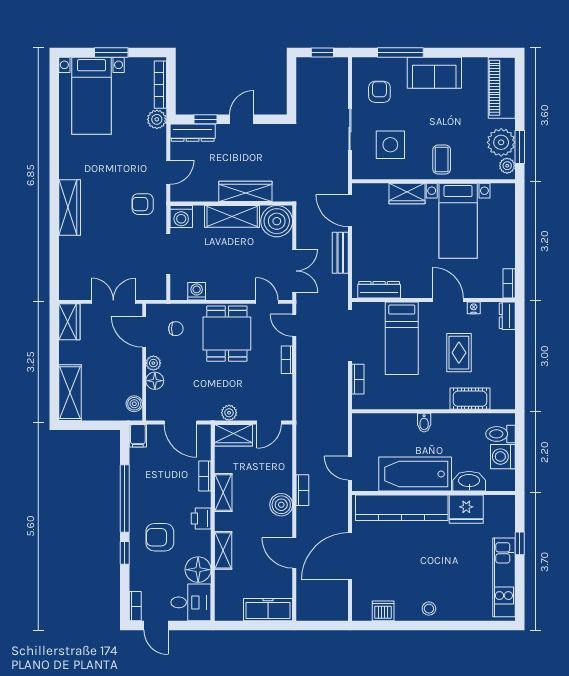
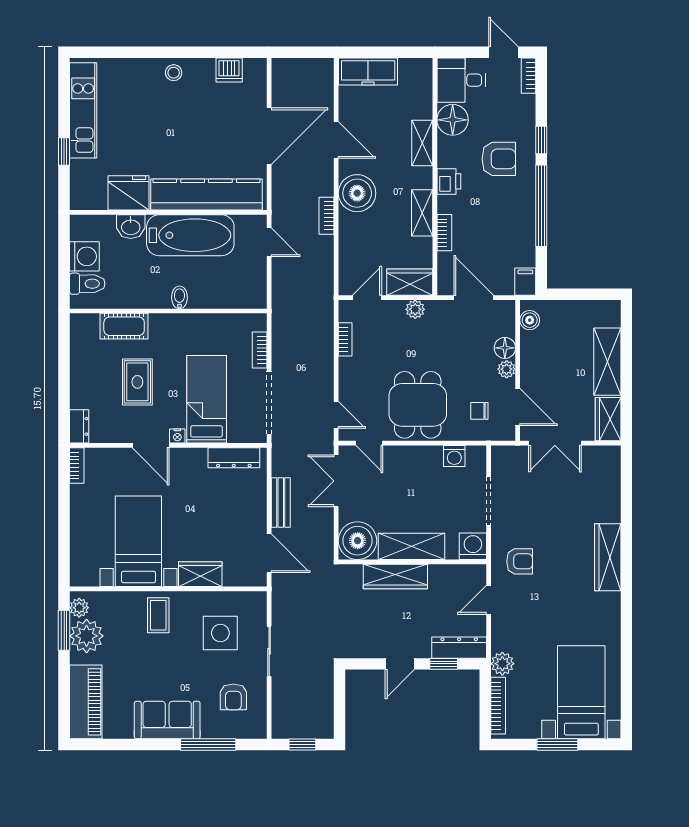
nightstand: (474, 308) -> (177, 436), moved
bookcase: (287, 360) -> (345, 339), moved
shelving: (70, 393) -> (607, 362), moved
washbasin: (469, 481) -> (131, 227), width x0.72
boiler: (281, 505) -> (357, 193), width x1.37, depth x1.37

